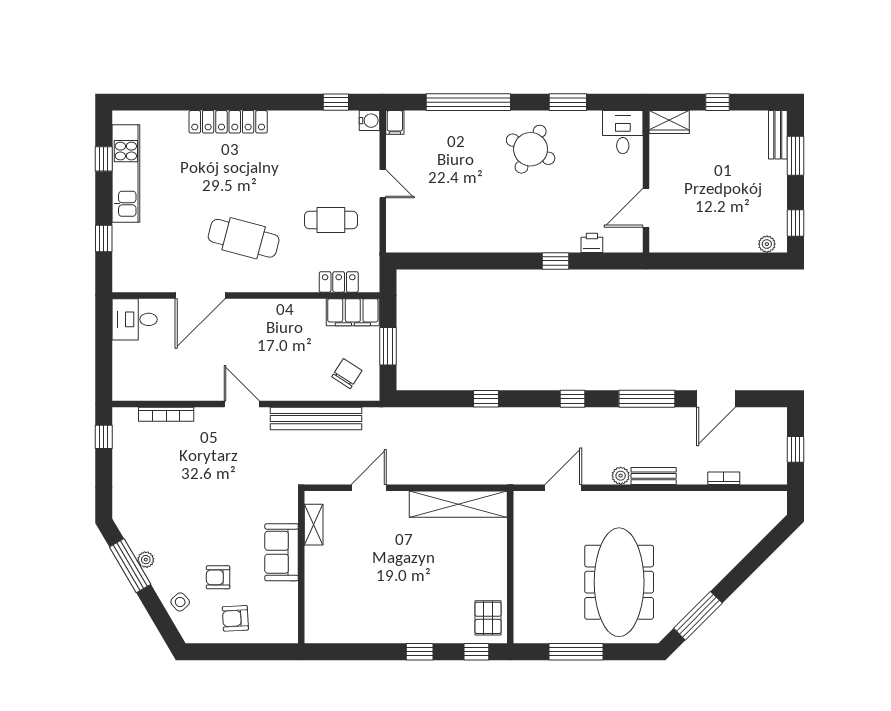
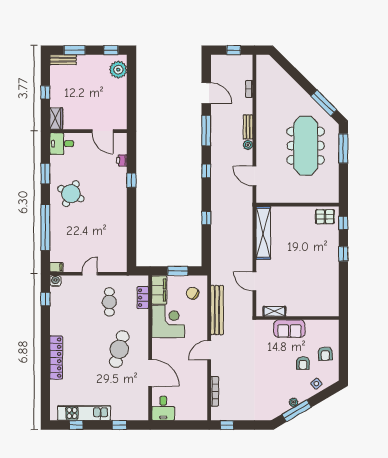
plant: (767, 244) -> (118, 70), width x1.87, depth x1.87
corner desk: (295, 329) -> (168, 321), added
meeting table: (619, 582) -> (306, 146), turned 90
window: (576, 652) -> (343, 148), moved

